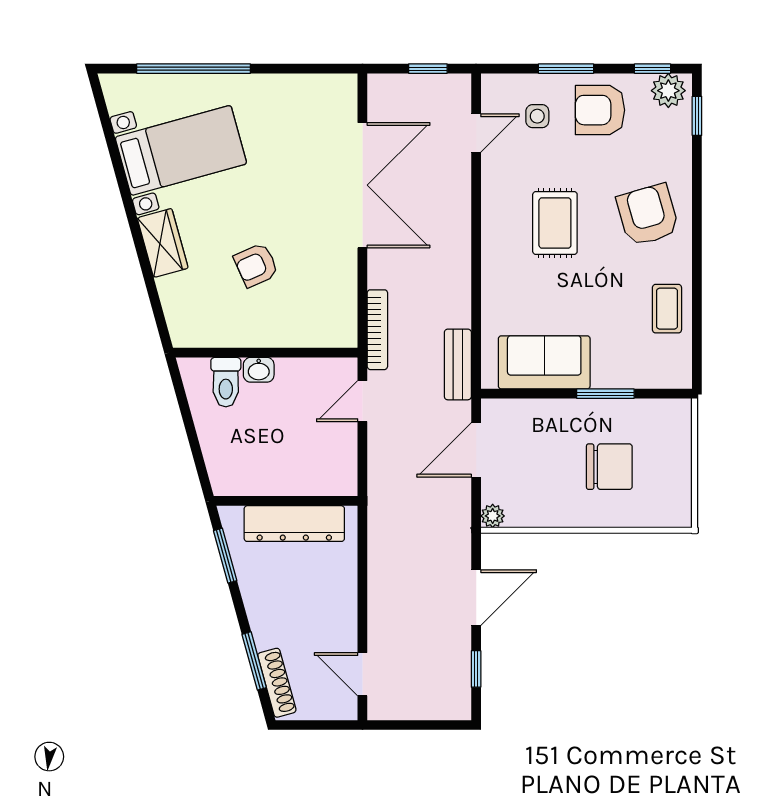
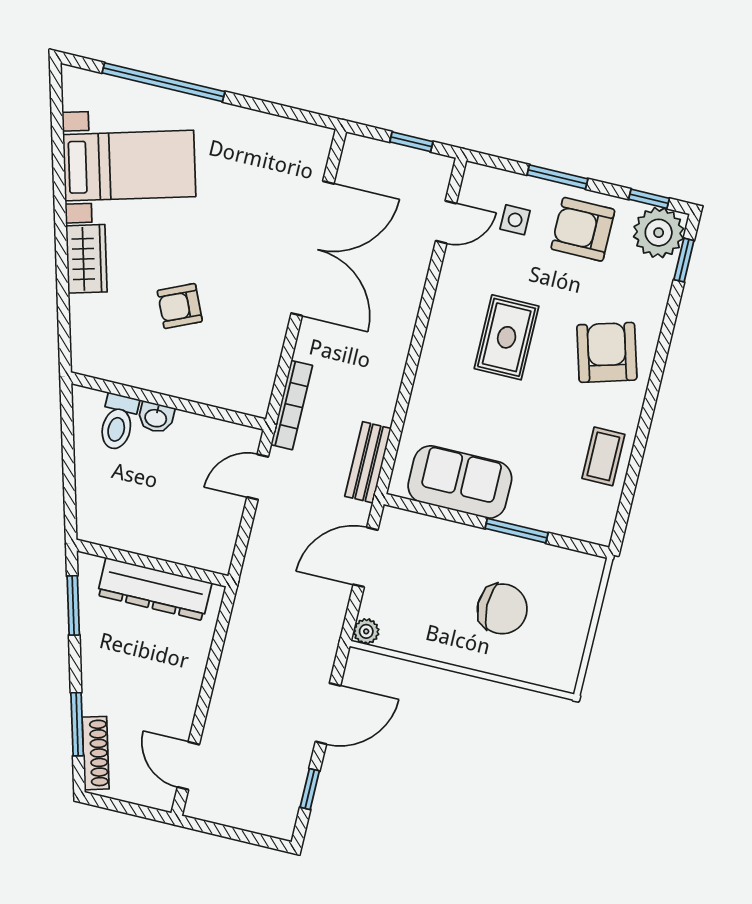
plant: (668, 91) -> (659, 233), width x1.36, depth x1.36

